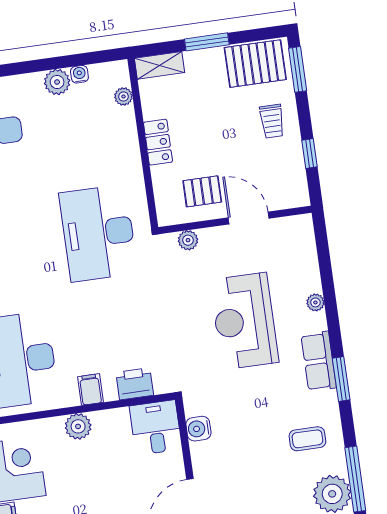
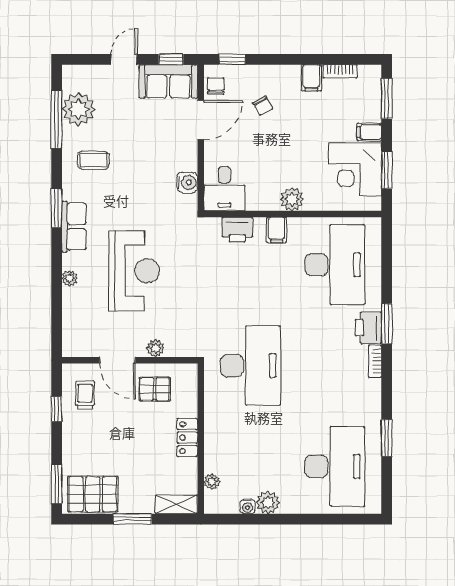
trolley: (272, 121) -> (85, 395), moved
plant: (188, 240) -> (155, 348), moved

